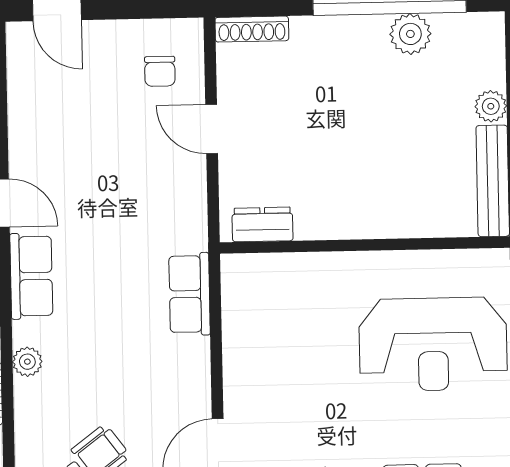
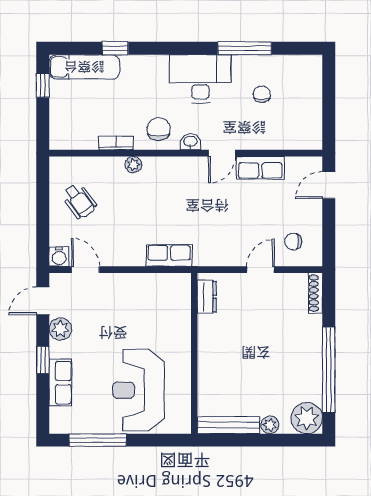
plant: (410, 34) -> (307, 418), moved, width x1.36, depth x1.36
row of seats: (31, 276) -> (260, 168), moved

